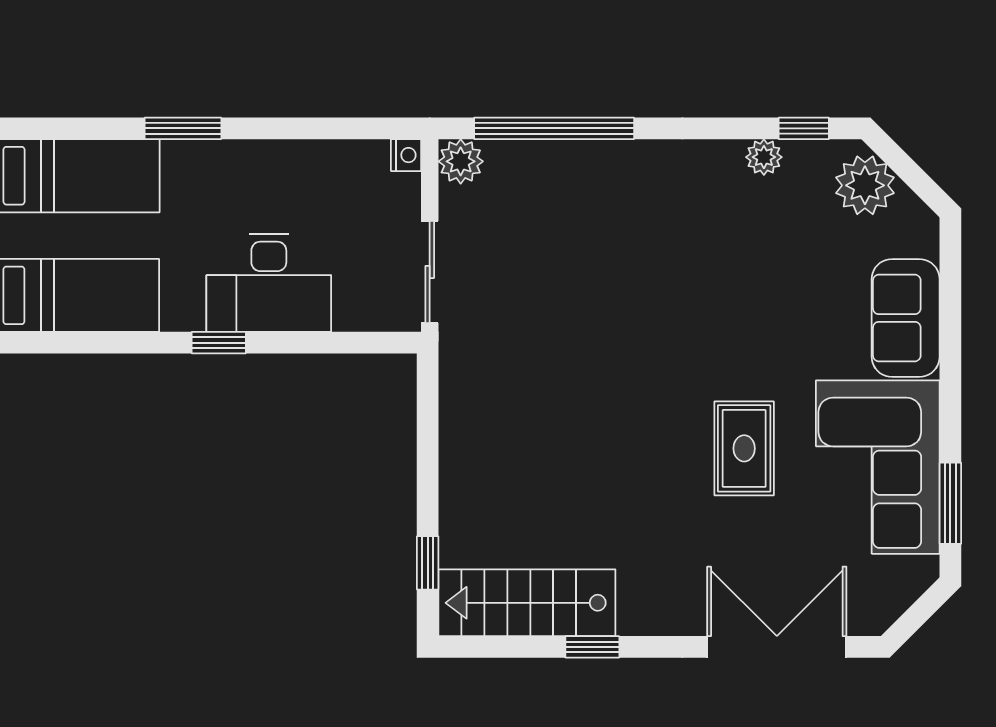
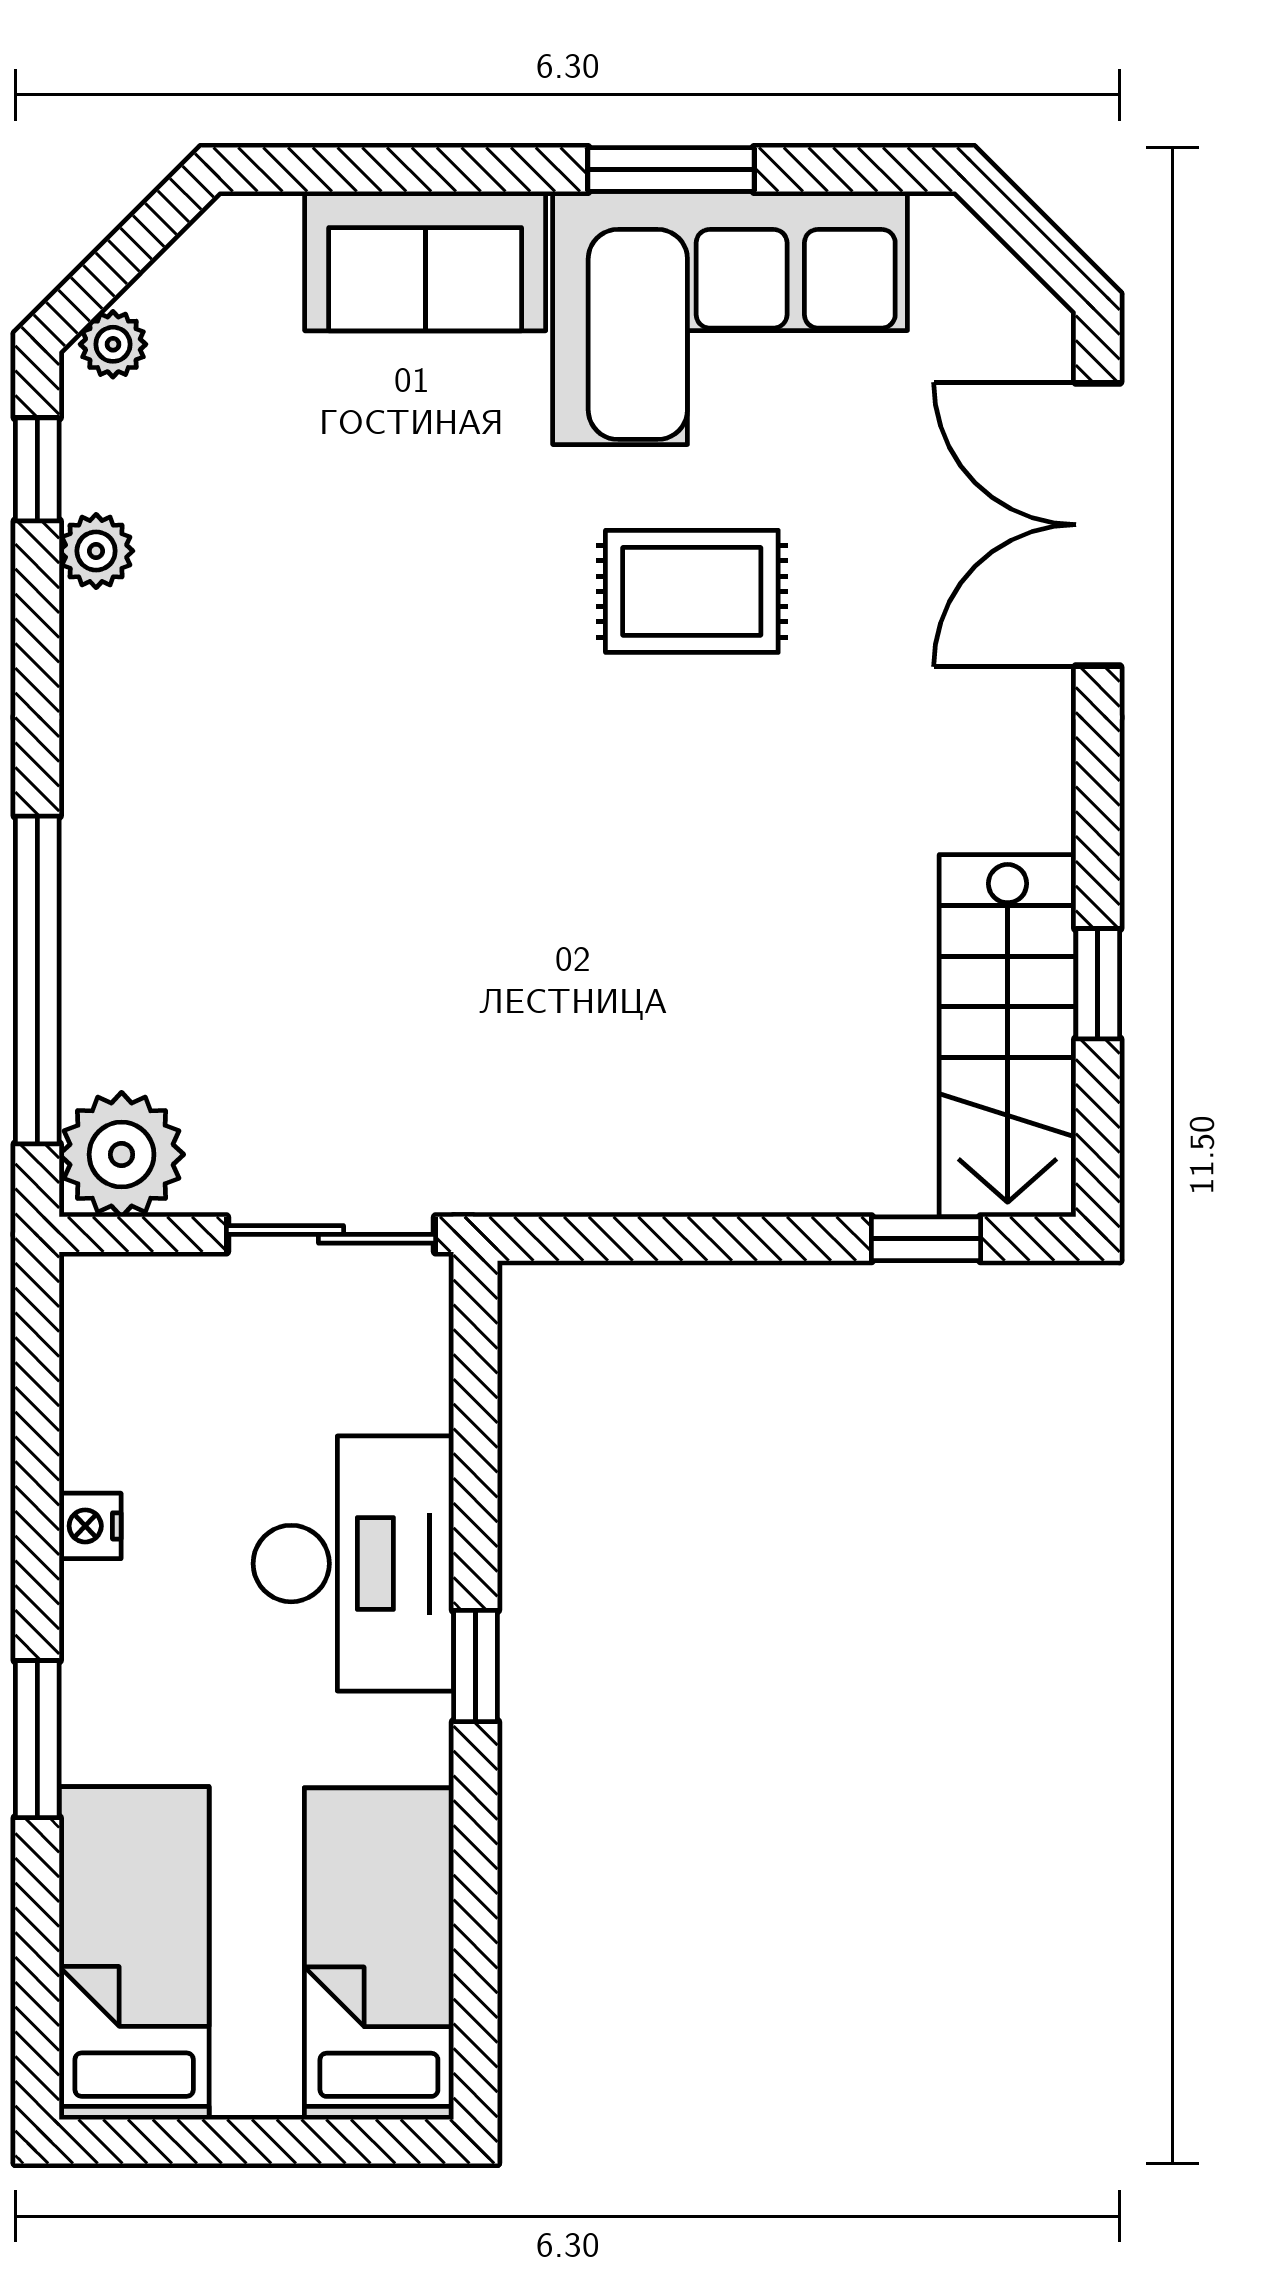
nightstand: (406, 155) -> (90, 1526), moved, turned -90
plant: (461, 161) -> (122, 1154), width x1.36, depth x1.36
plant: (865, 185) -> (113, 344), width x0.53, depth x0.53
window: (950, 503) -> (671, 169), moved
window: (592, 647) -> (1098, 984), moved

